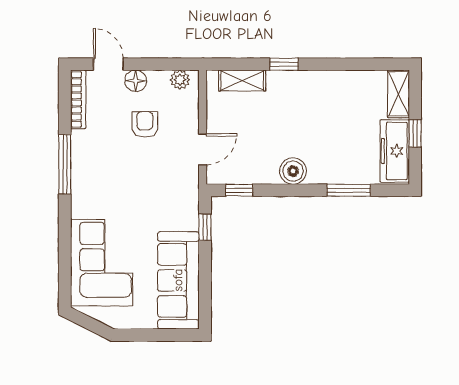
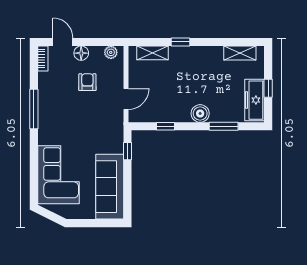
shelving: (399, 94) -> (240, 53), moved, turned 90
bookcase: (78, 99) -> (43, 58), width x0.64
boiler: (293, 171) -> (200, 113), moved
window: (239, 190) -> (165, 126), moved

